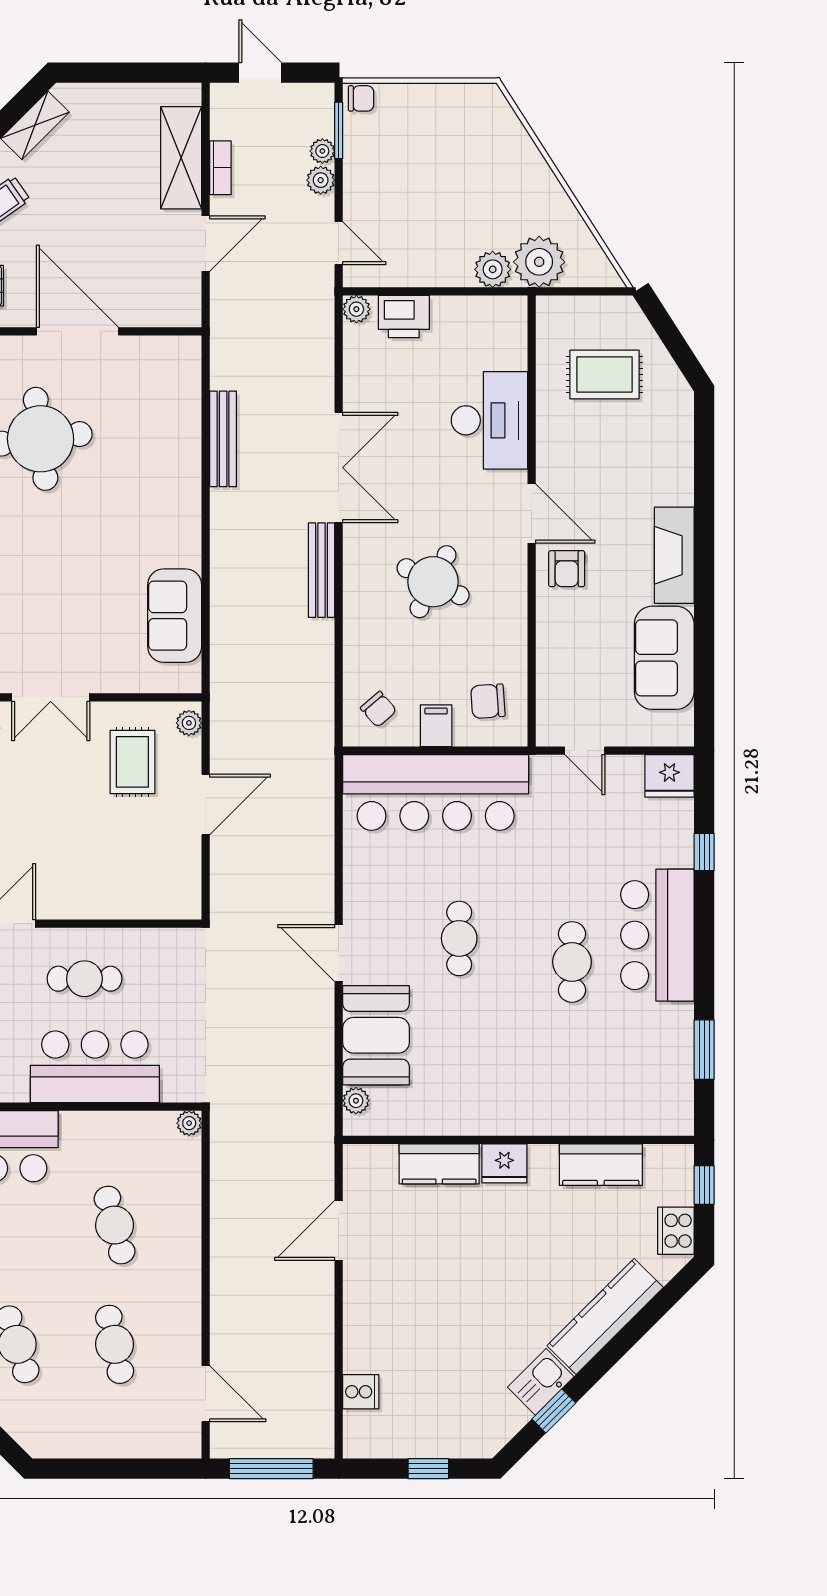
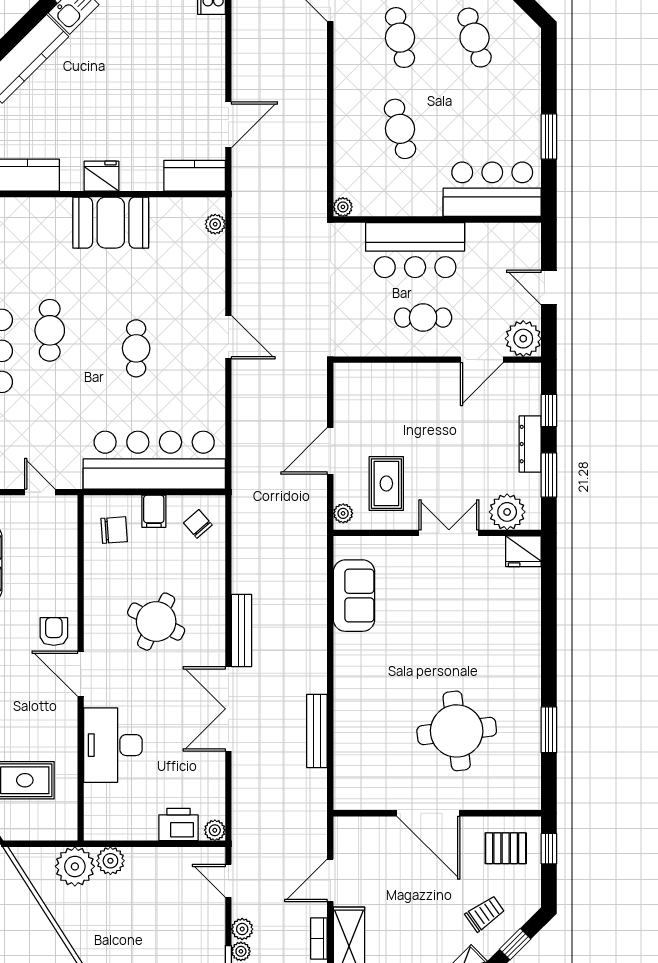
booth: (376, 1035) -> (111, 223), moved, turned 90
kitchen counter: (439, 1164) -> (195, 176), moved

